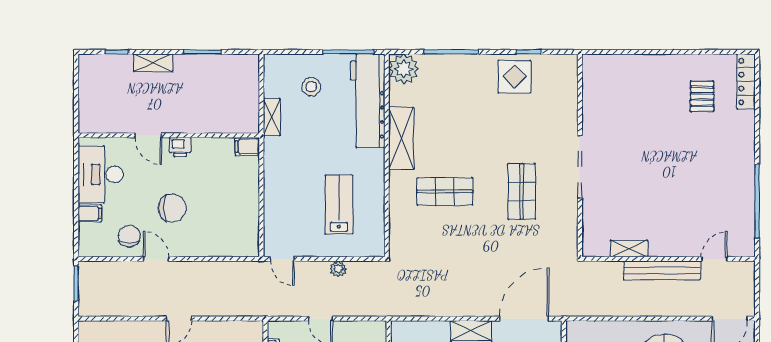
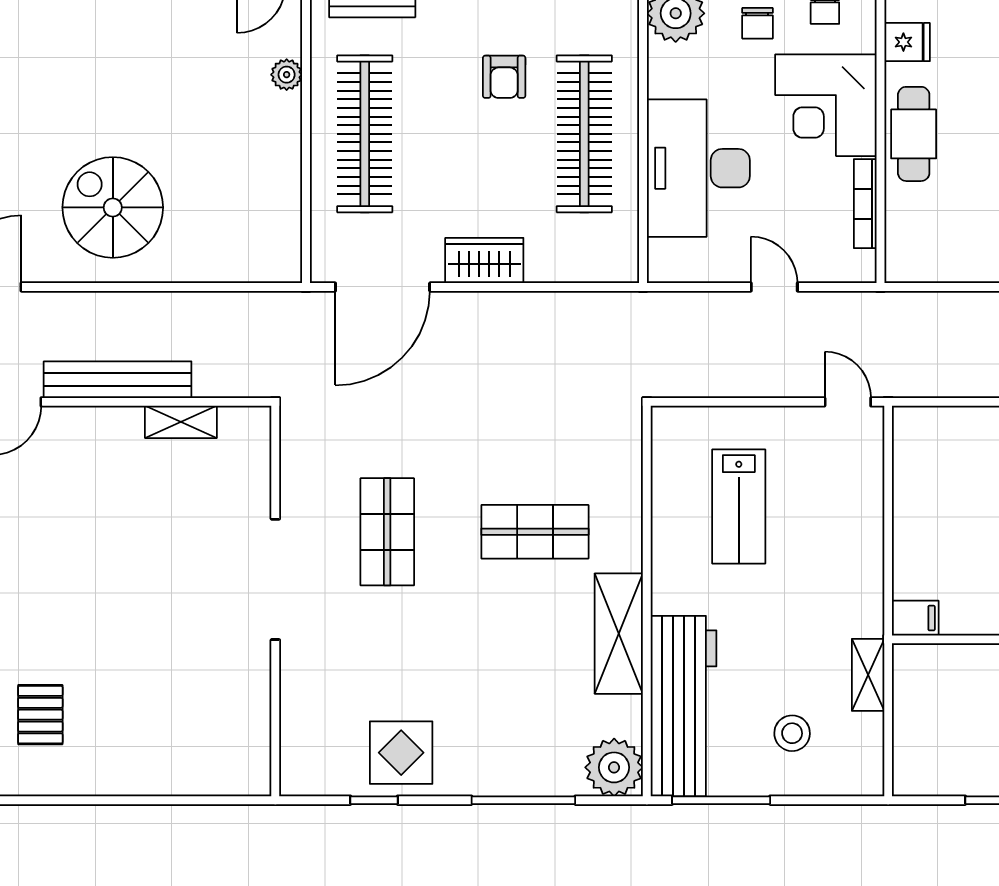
plant: (338, 269) -> (740, 383), removed

